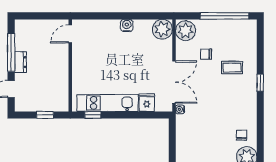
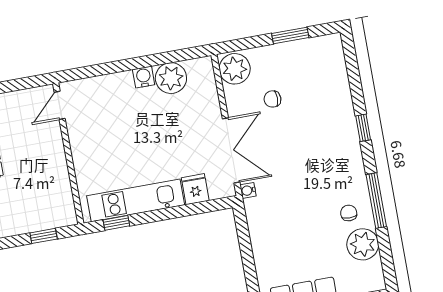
window: (225, 16) -> (290, 35), width x0.47
plant: (162, 29) -> (171, 78), moved
coffee table: (232, 68) -> (316, 112), removed
window: (260, 130) -> (376, 201), added

